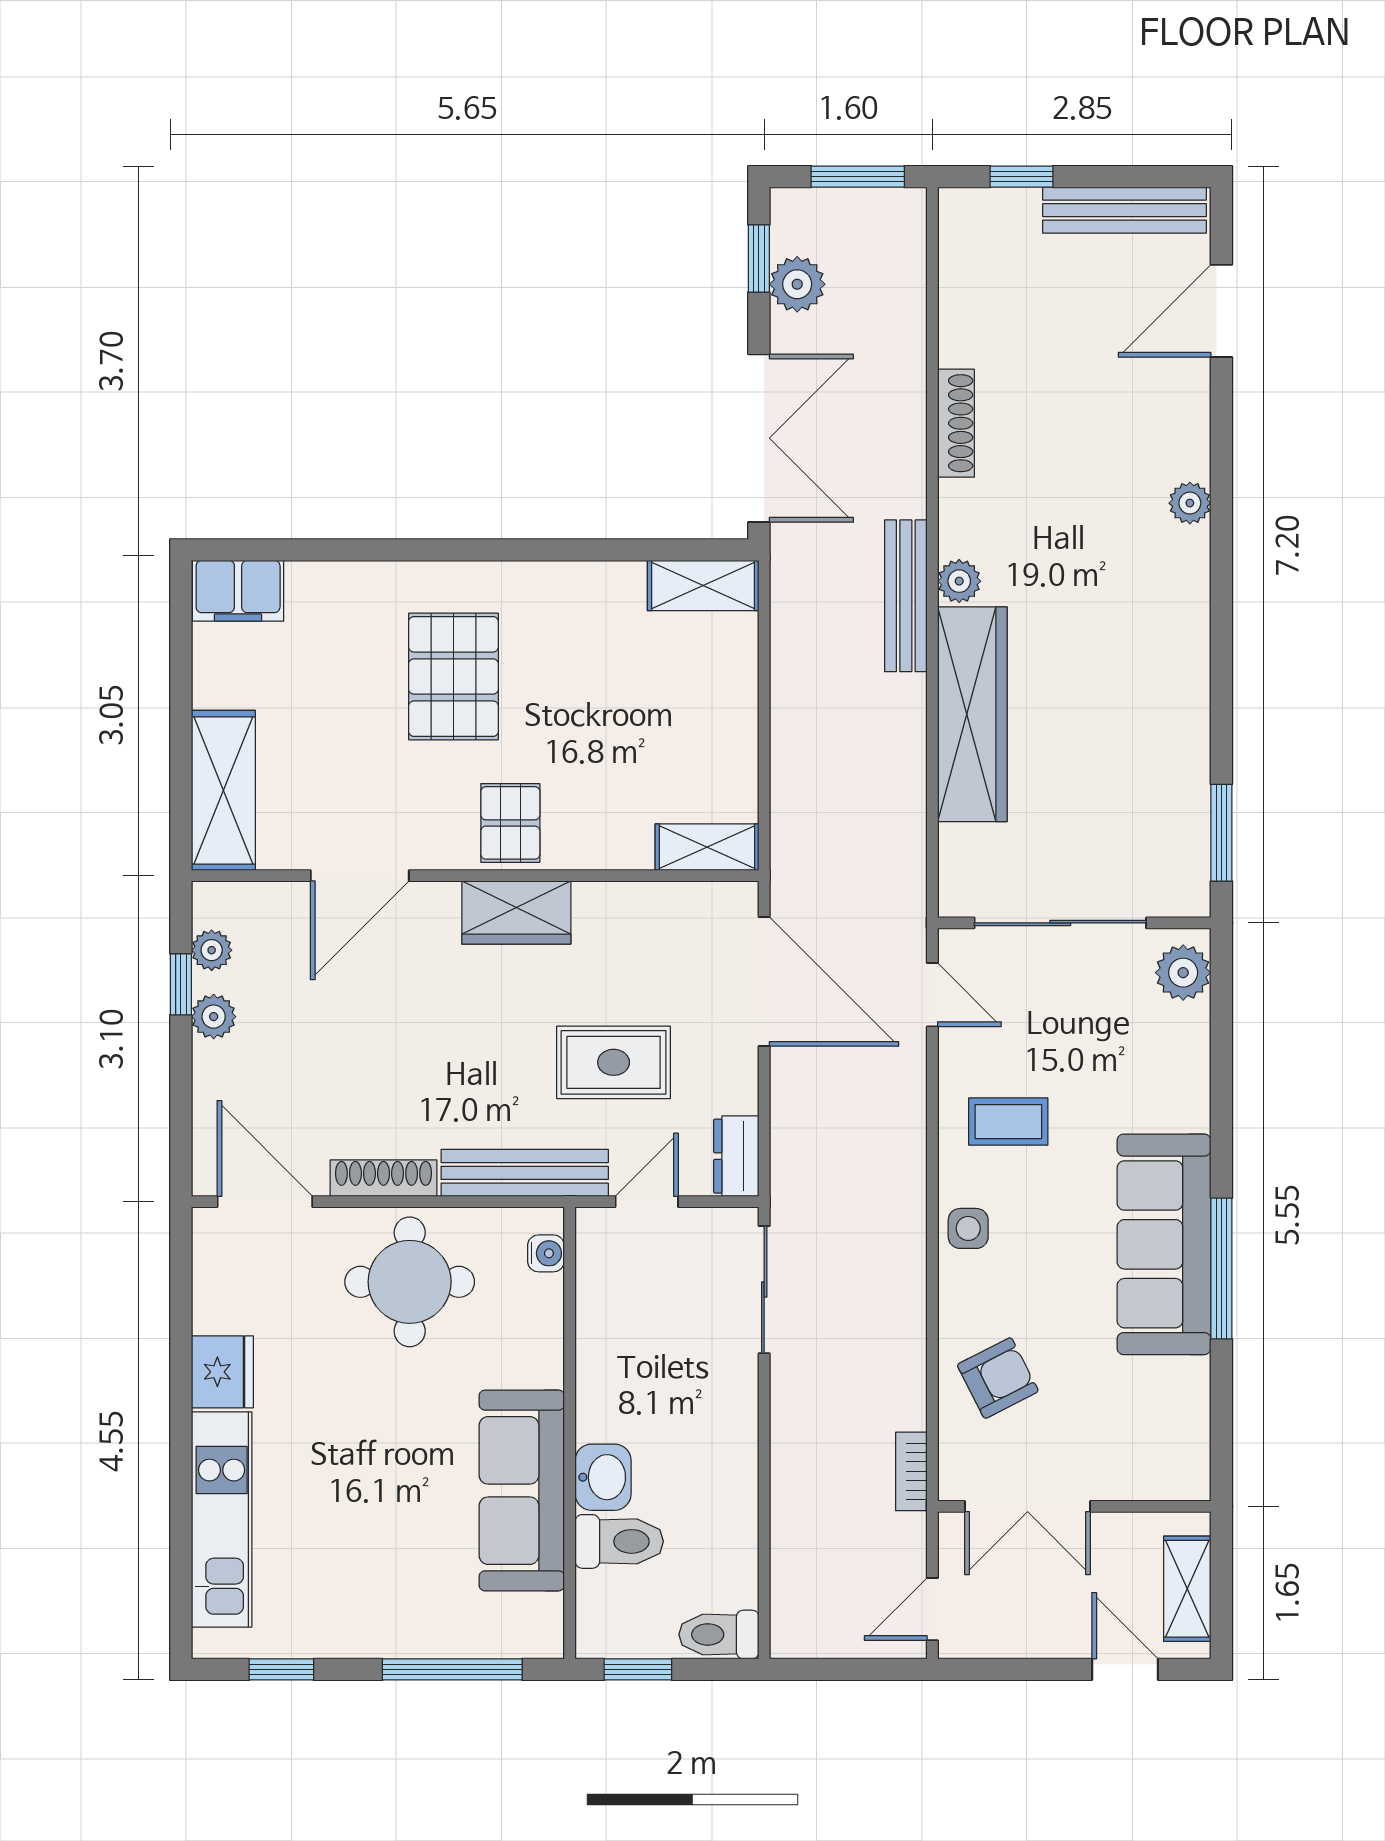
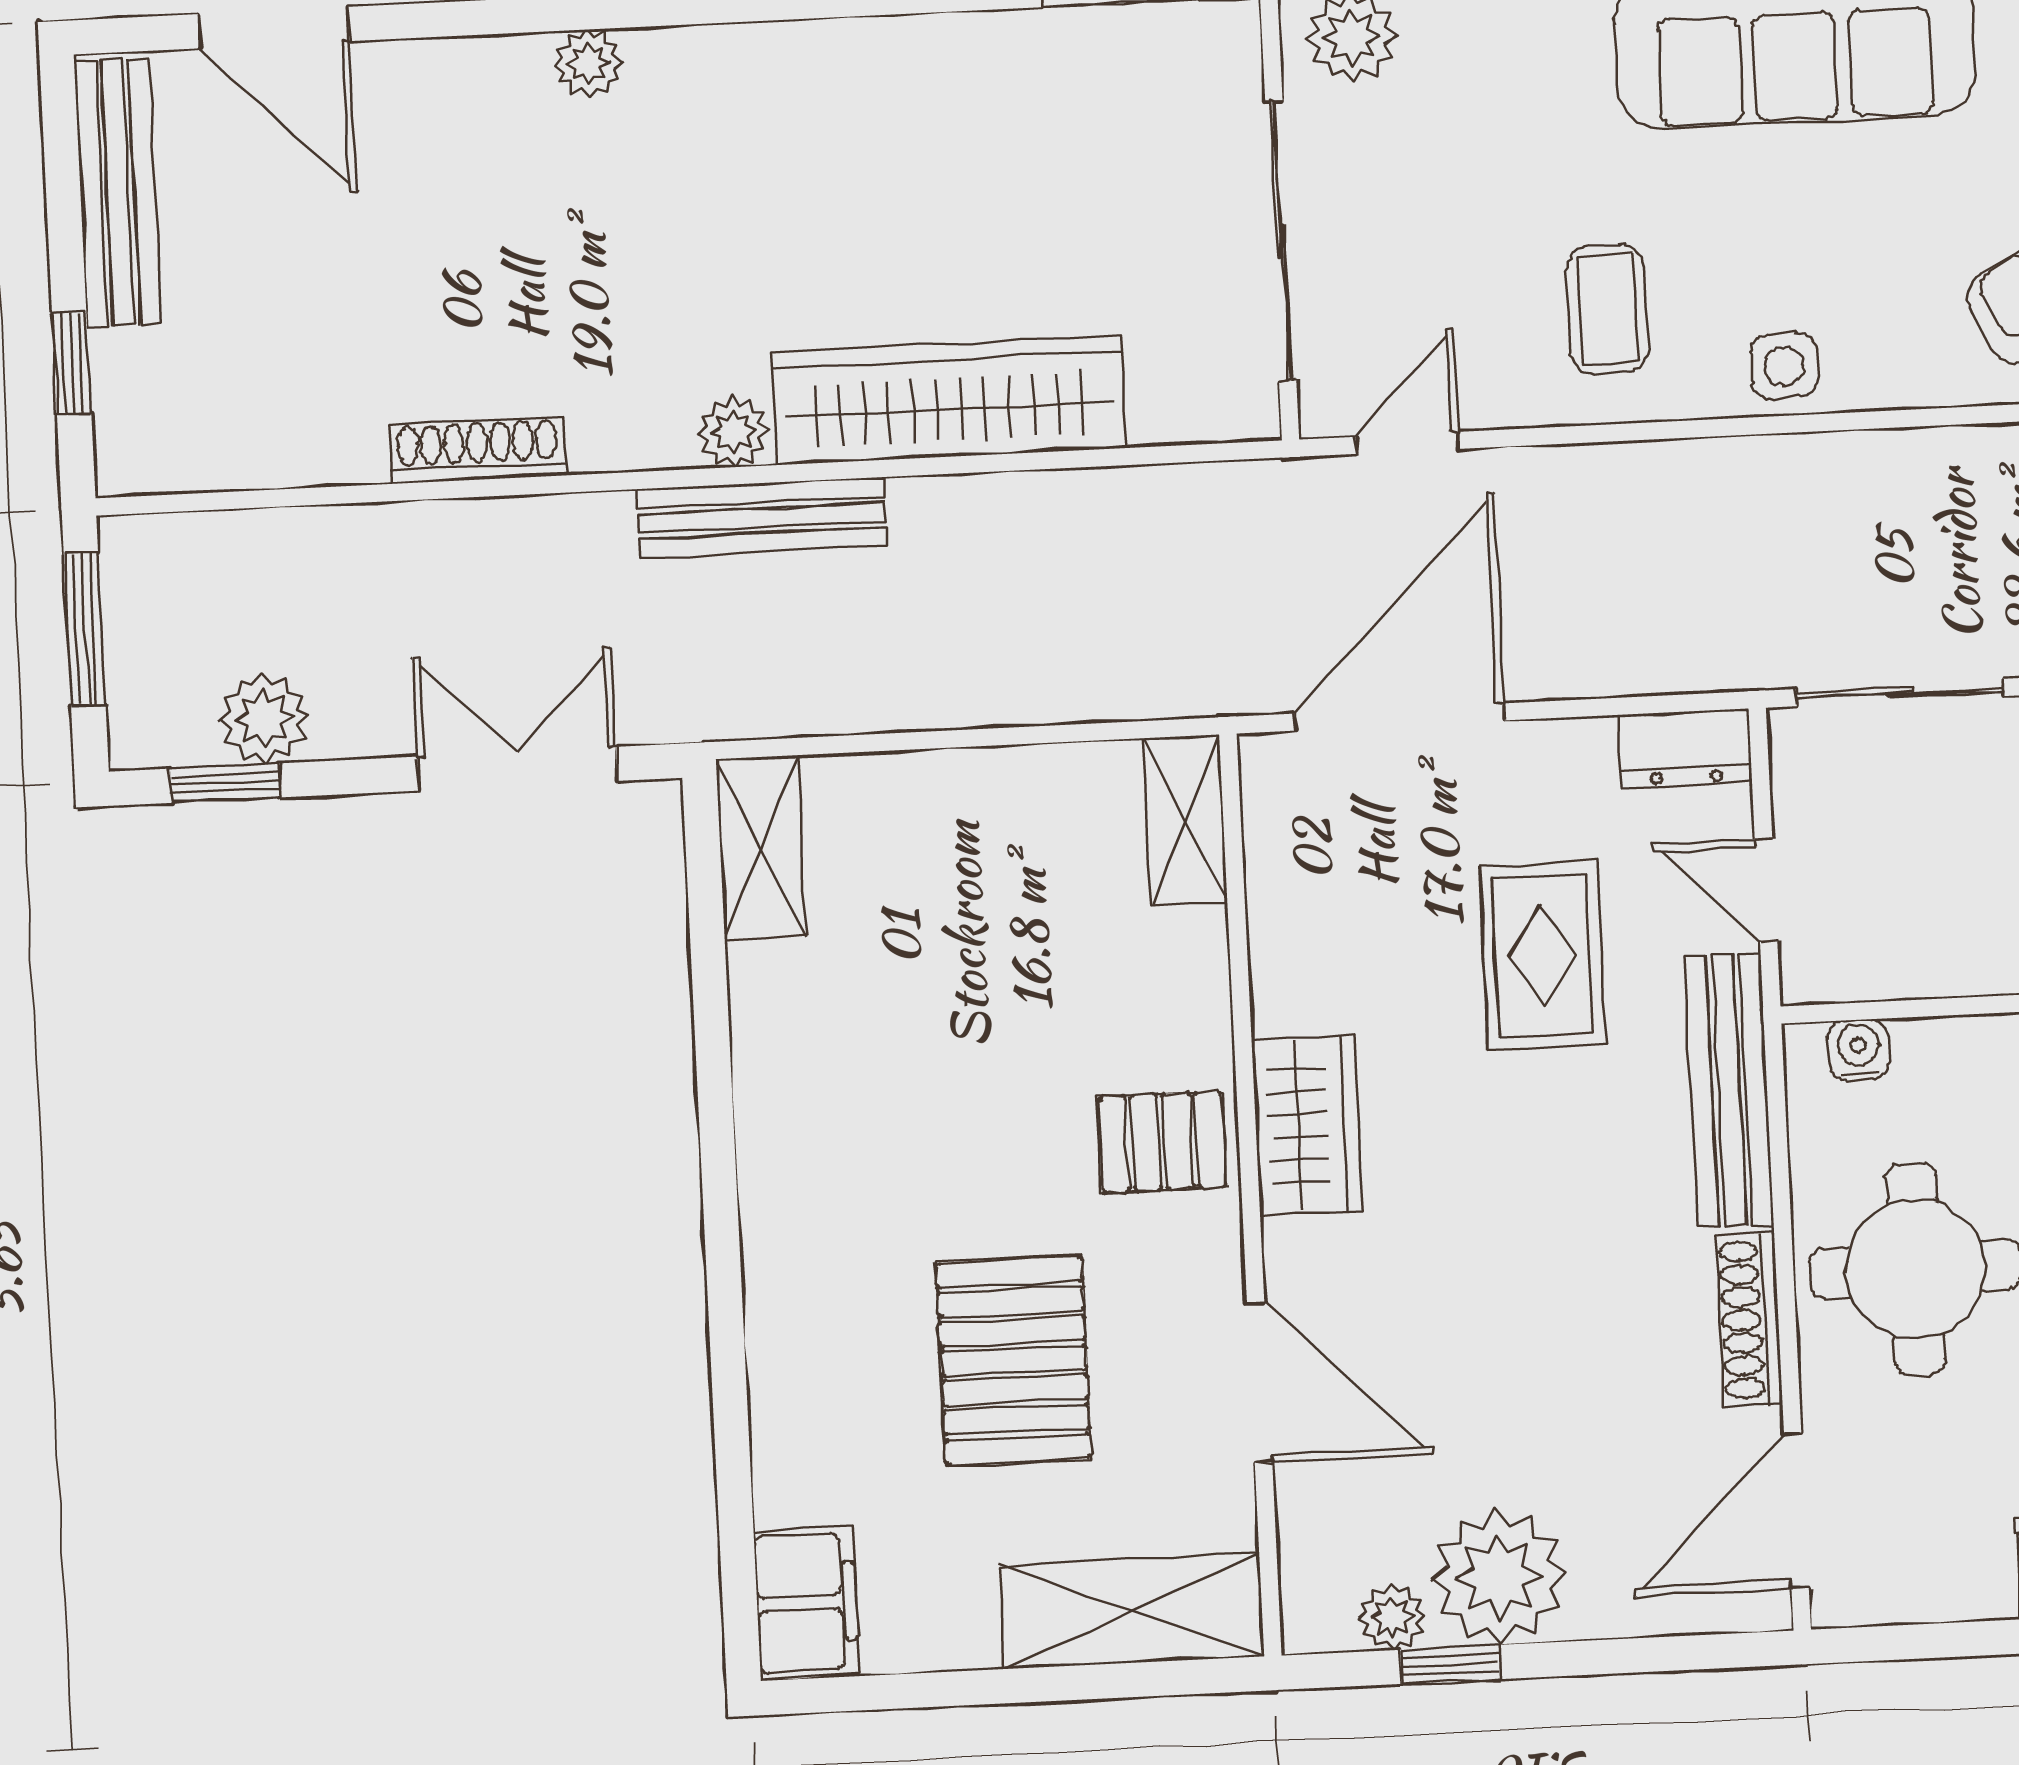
double door: (759, 438) -> (517, 769), width x0.73
pallet: (453, 677) -> (1014, 1360), moved, turned 90
plant: (214, 1017) -> (1498, 1577), width x1.88, depth x1.88

